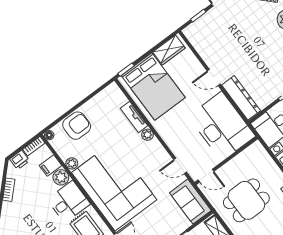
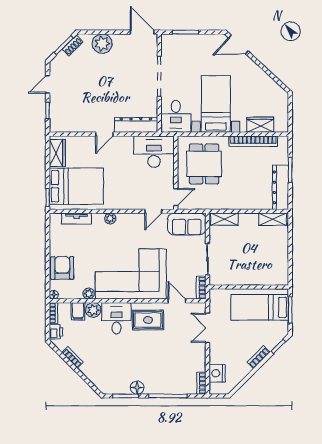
tv unit: (134, 117) -> (77, 219), moved
desk: (222, 126) -> (154, 152), width x0.73, depth x0.77
dining table: (246, 200) -> (204, 164), moved

